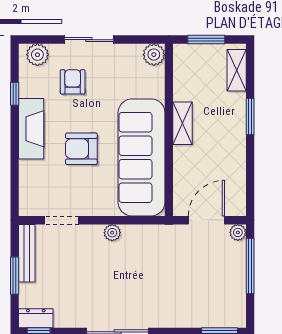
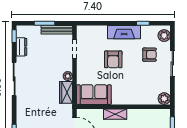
shelving: (183, 123) -> (115, 114), moved
armchair: (81, 149) -> (113, 59), turned 180
sofa: (142, 157) -> (94, 95), width x0.54, depth x0.79
wardrobe: (143, 236) -> (66, 92), added
dresser: (36, 318) -> (22, 47), moved

